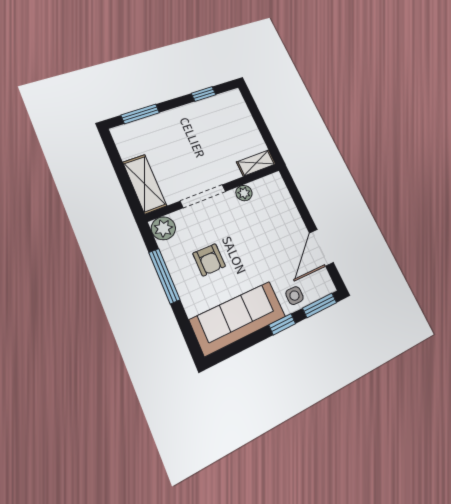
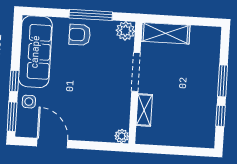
window: (140, 114) -> (223, 81), moved
shelving: (256, 163) -> (144, 110), moved
plant: (244, 193) -> (122, 136), moved
armchair: (209, 260) -> (80, 35), moved

